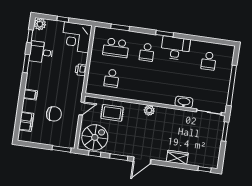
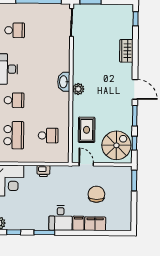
desk: (41, 52) -> (61, 218), moved
washbasin: (184, 102) -> (64, 82), moved
filing cabinet: (26, 122) -> (95, 224), moved
spiral stairs: (95, 137) -> (116, 145), turned 90

